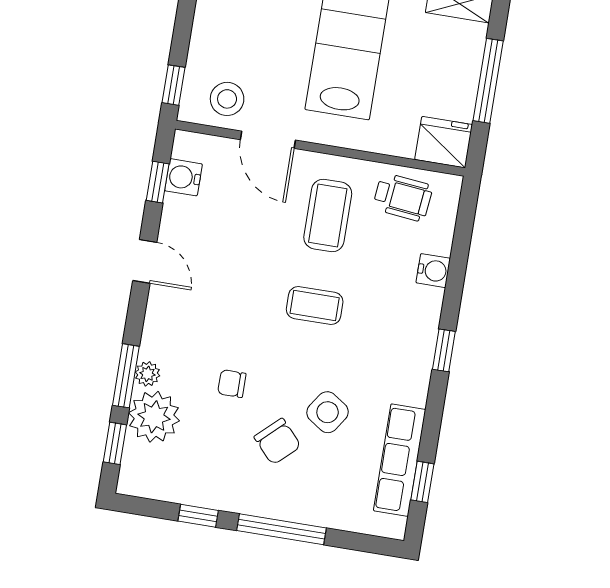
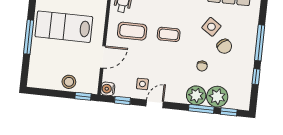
stool: (227, 99) -> (69, 82), moved
water cooler: (183, 177) -> (108, 89), moved, turned 90
side table: (196, 234) -> (142, 84), added
coffee table: (315, 306) -> (169, 34), turned 90
plant: (147, 374) -> (196, 95), width x1.88, depth x1.88
chair: (278, 441) -> (224, 46), turned 94

